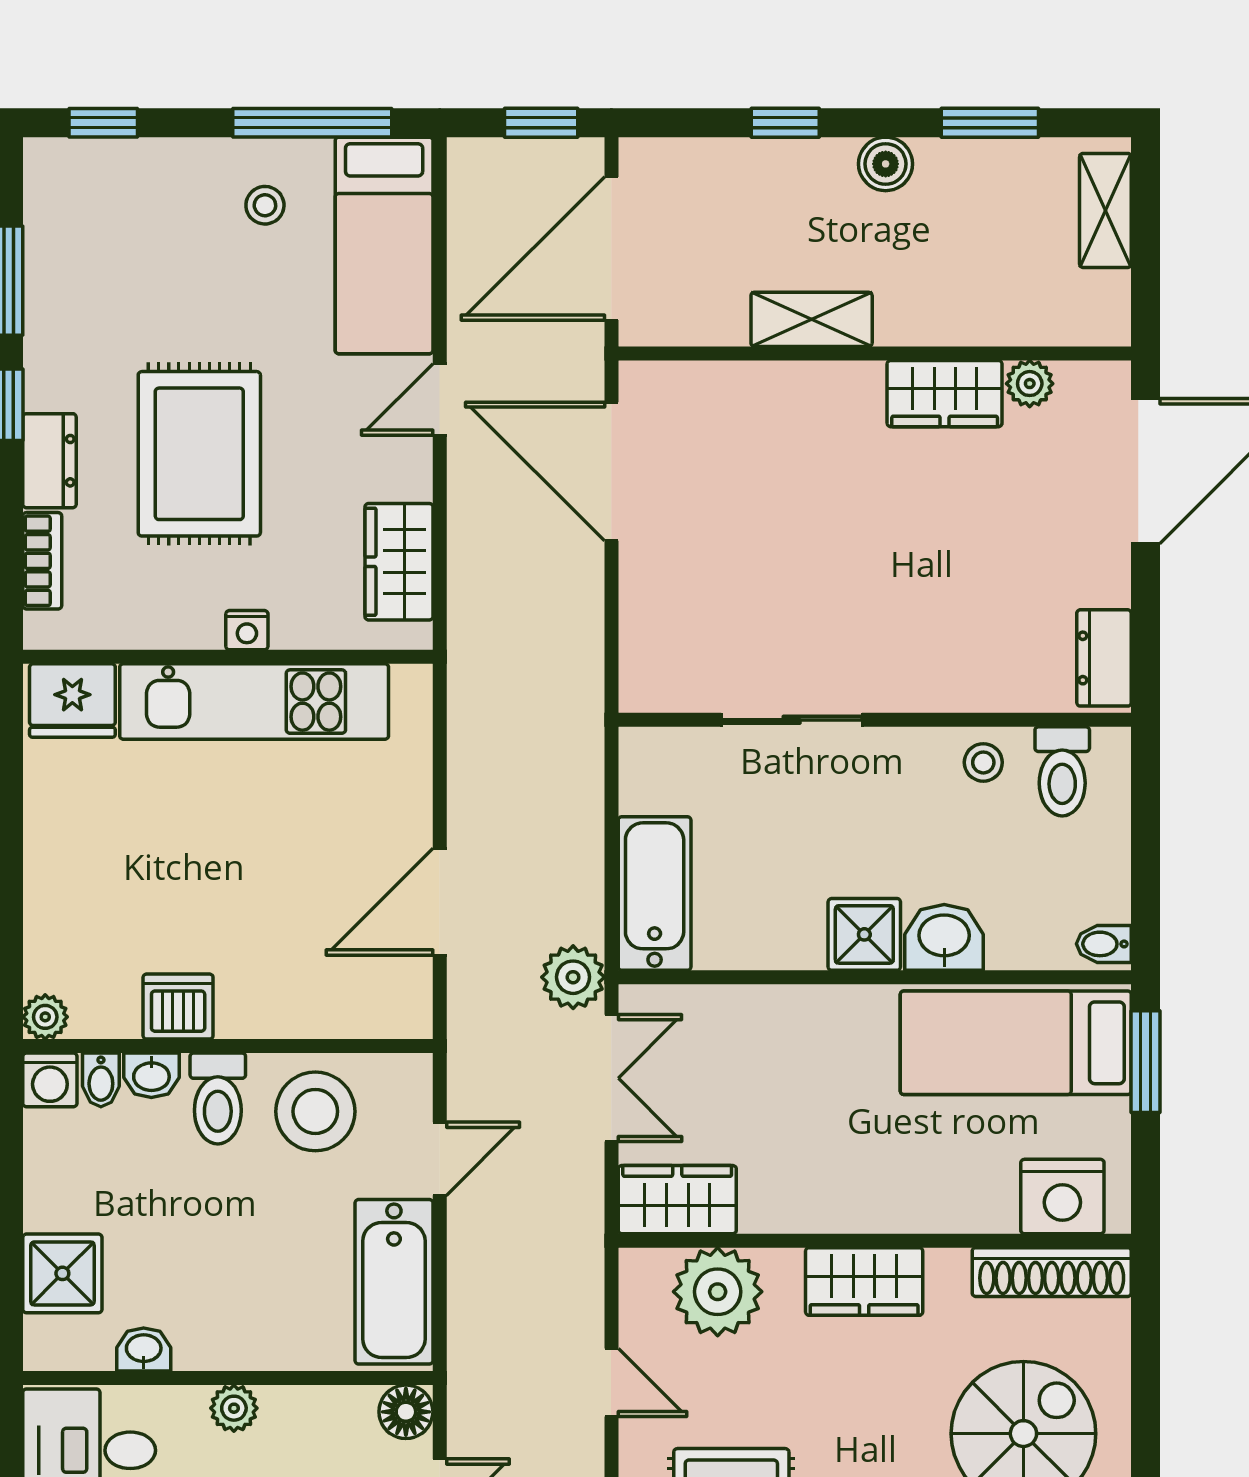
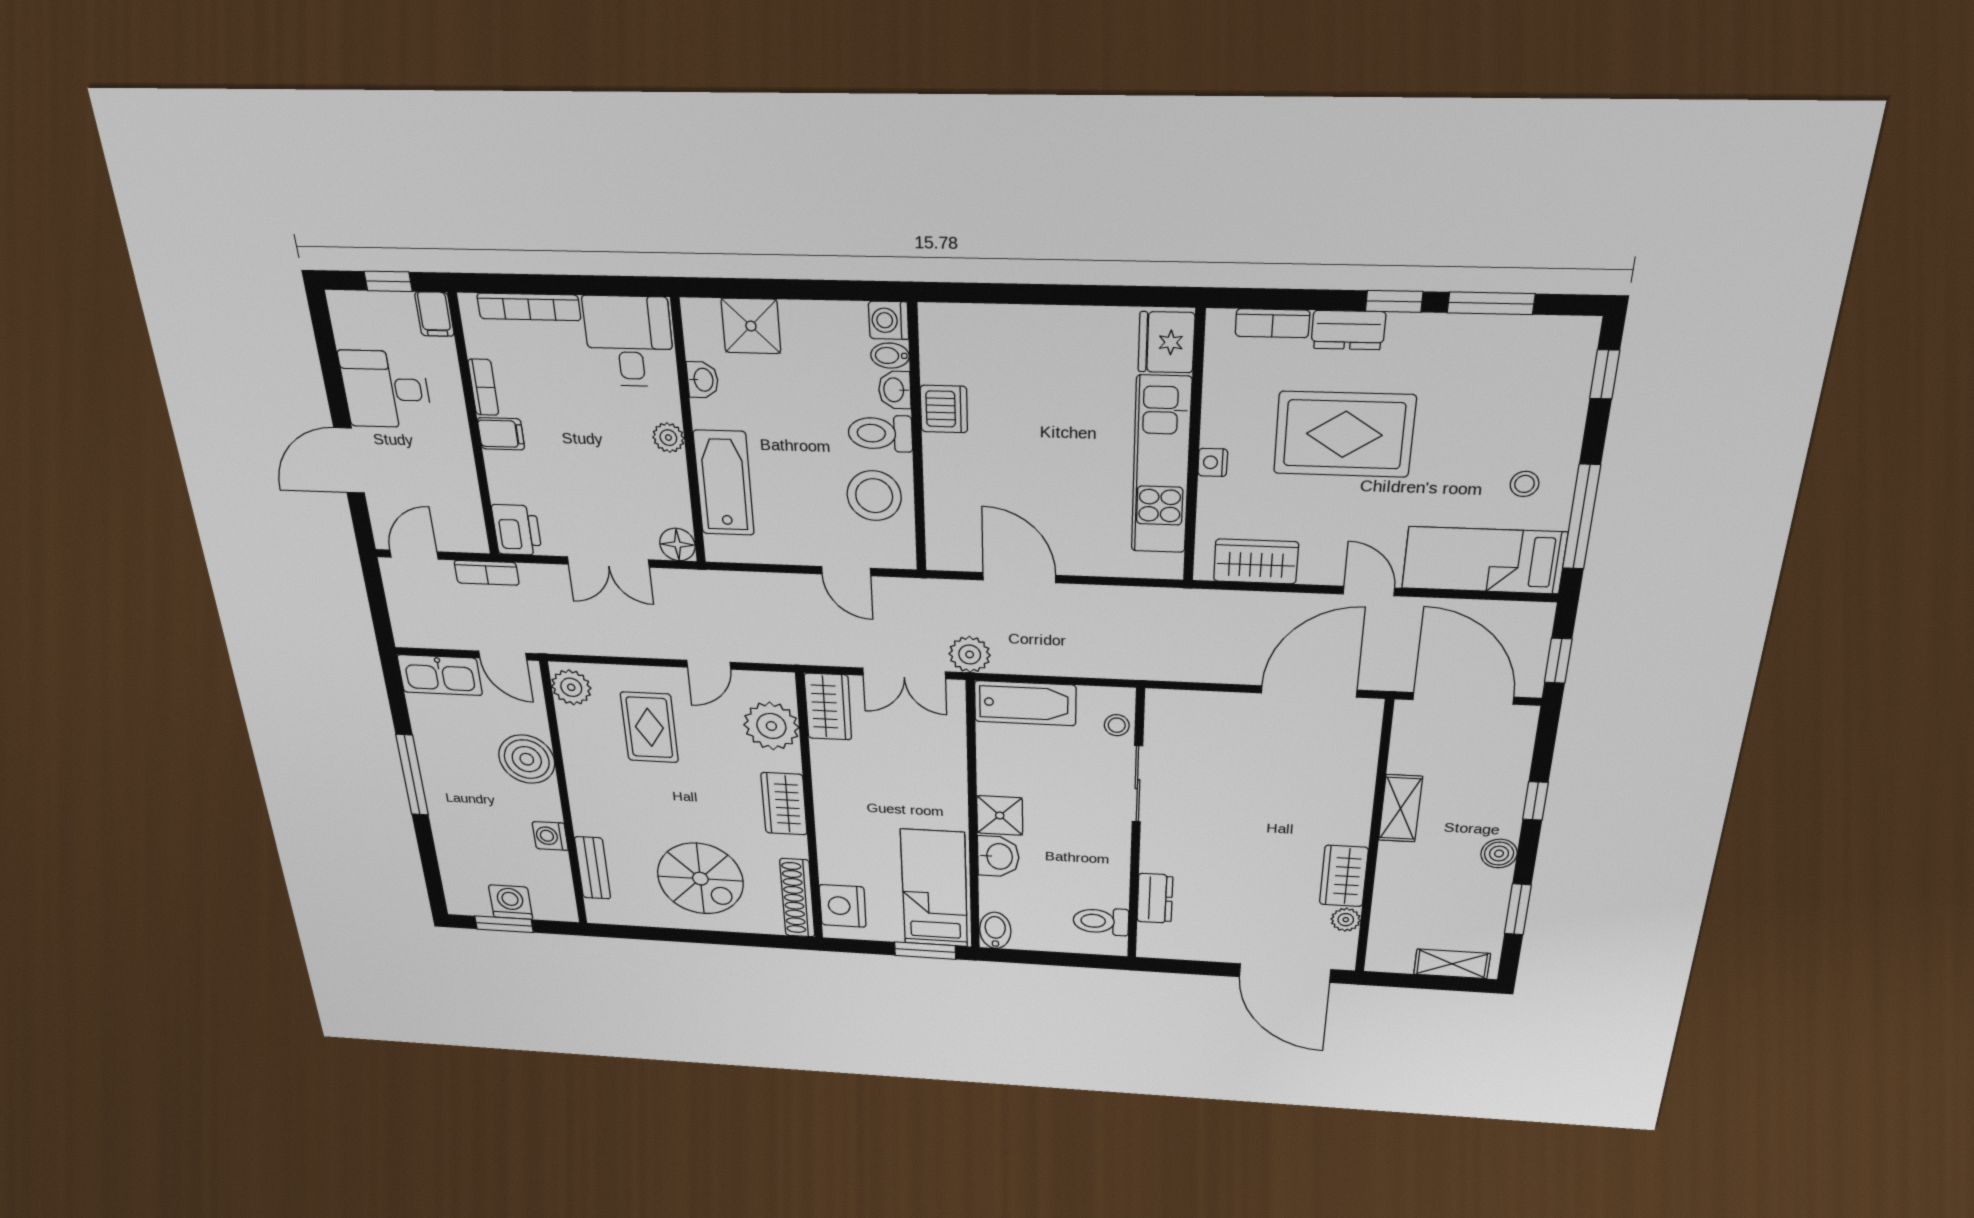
dresser: (1104, 658) -> (1155, 898), moved, turned 90
stool: (983, 762) -> (1117, 725), moved
bidet: (1104, 944) -> (995, 930), width x1.38, depth x1.36
plant: (45, 1017) -> (934, 318), removed
bathtub: (394, 1282) -> (724, 483), moved, turned 90

